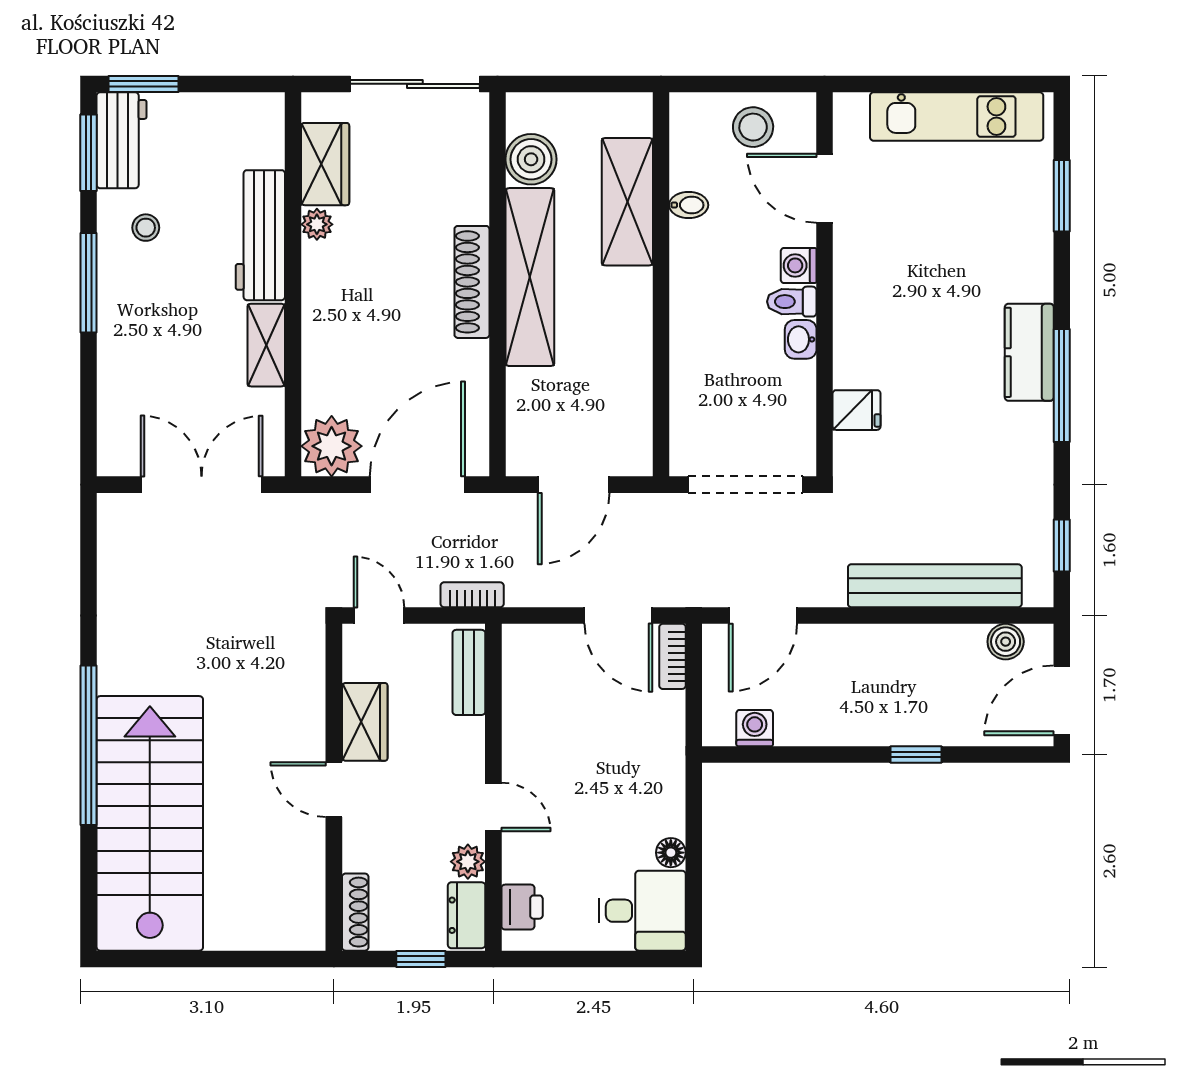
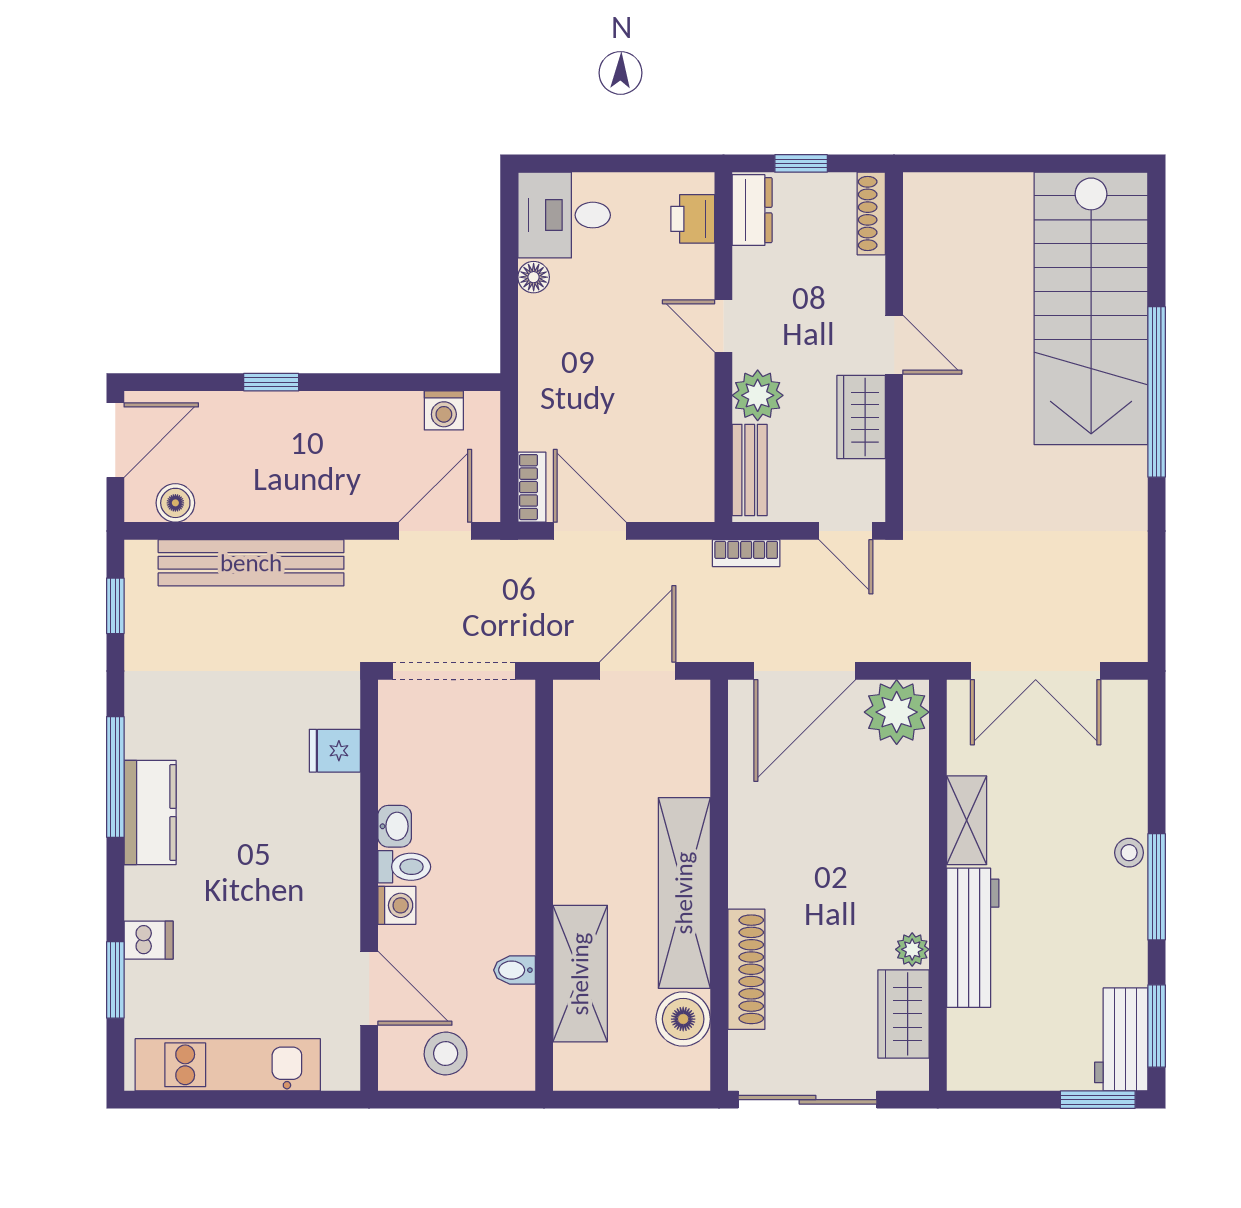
stool: (146, 228) -> (1129, 853), moved
dishwasher: (1031, 233) -> (149, 940), added
shoe rack: (472, 282) -> (746, 969), moved
plant: (468, 862) -> (758, 395), moved, width x1.38, depth x1.38

